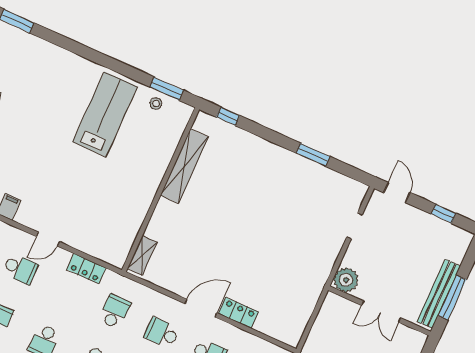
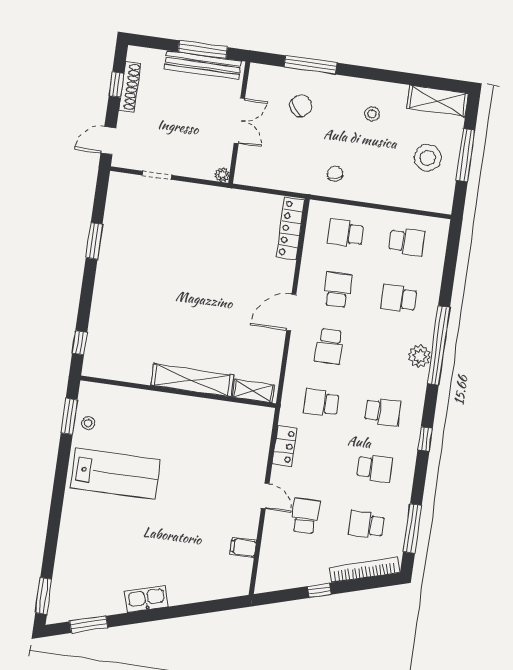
lab bench: (105, 114) -> (115, 474), turned 180
shelving: (184, 166) -> (192, 380), moved
shoe rack: (438, 225) -> (130, 87), added
plant: (346, 280) -> (222, 175), width x0.53, depth x0.53
door: (201, 308) -> (291, 312), hinge flipped
locker: (238, 313) -> (291, 229), moved, width x1.53

